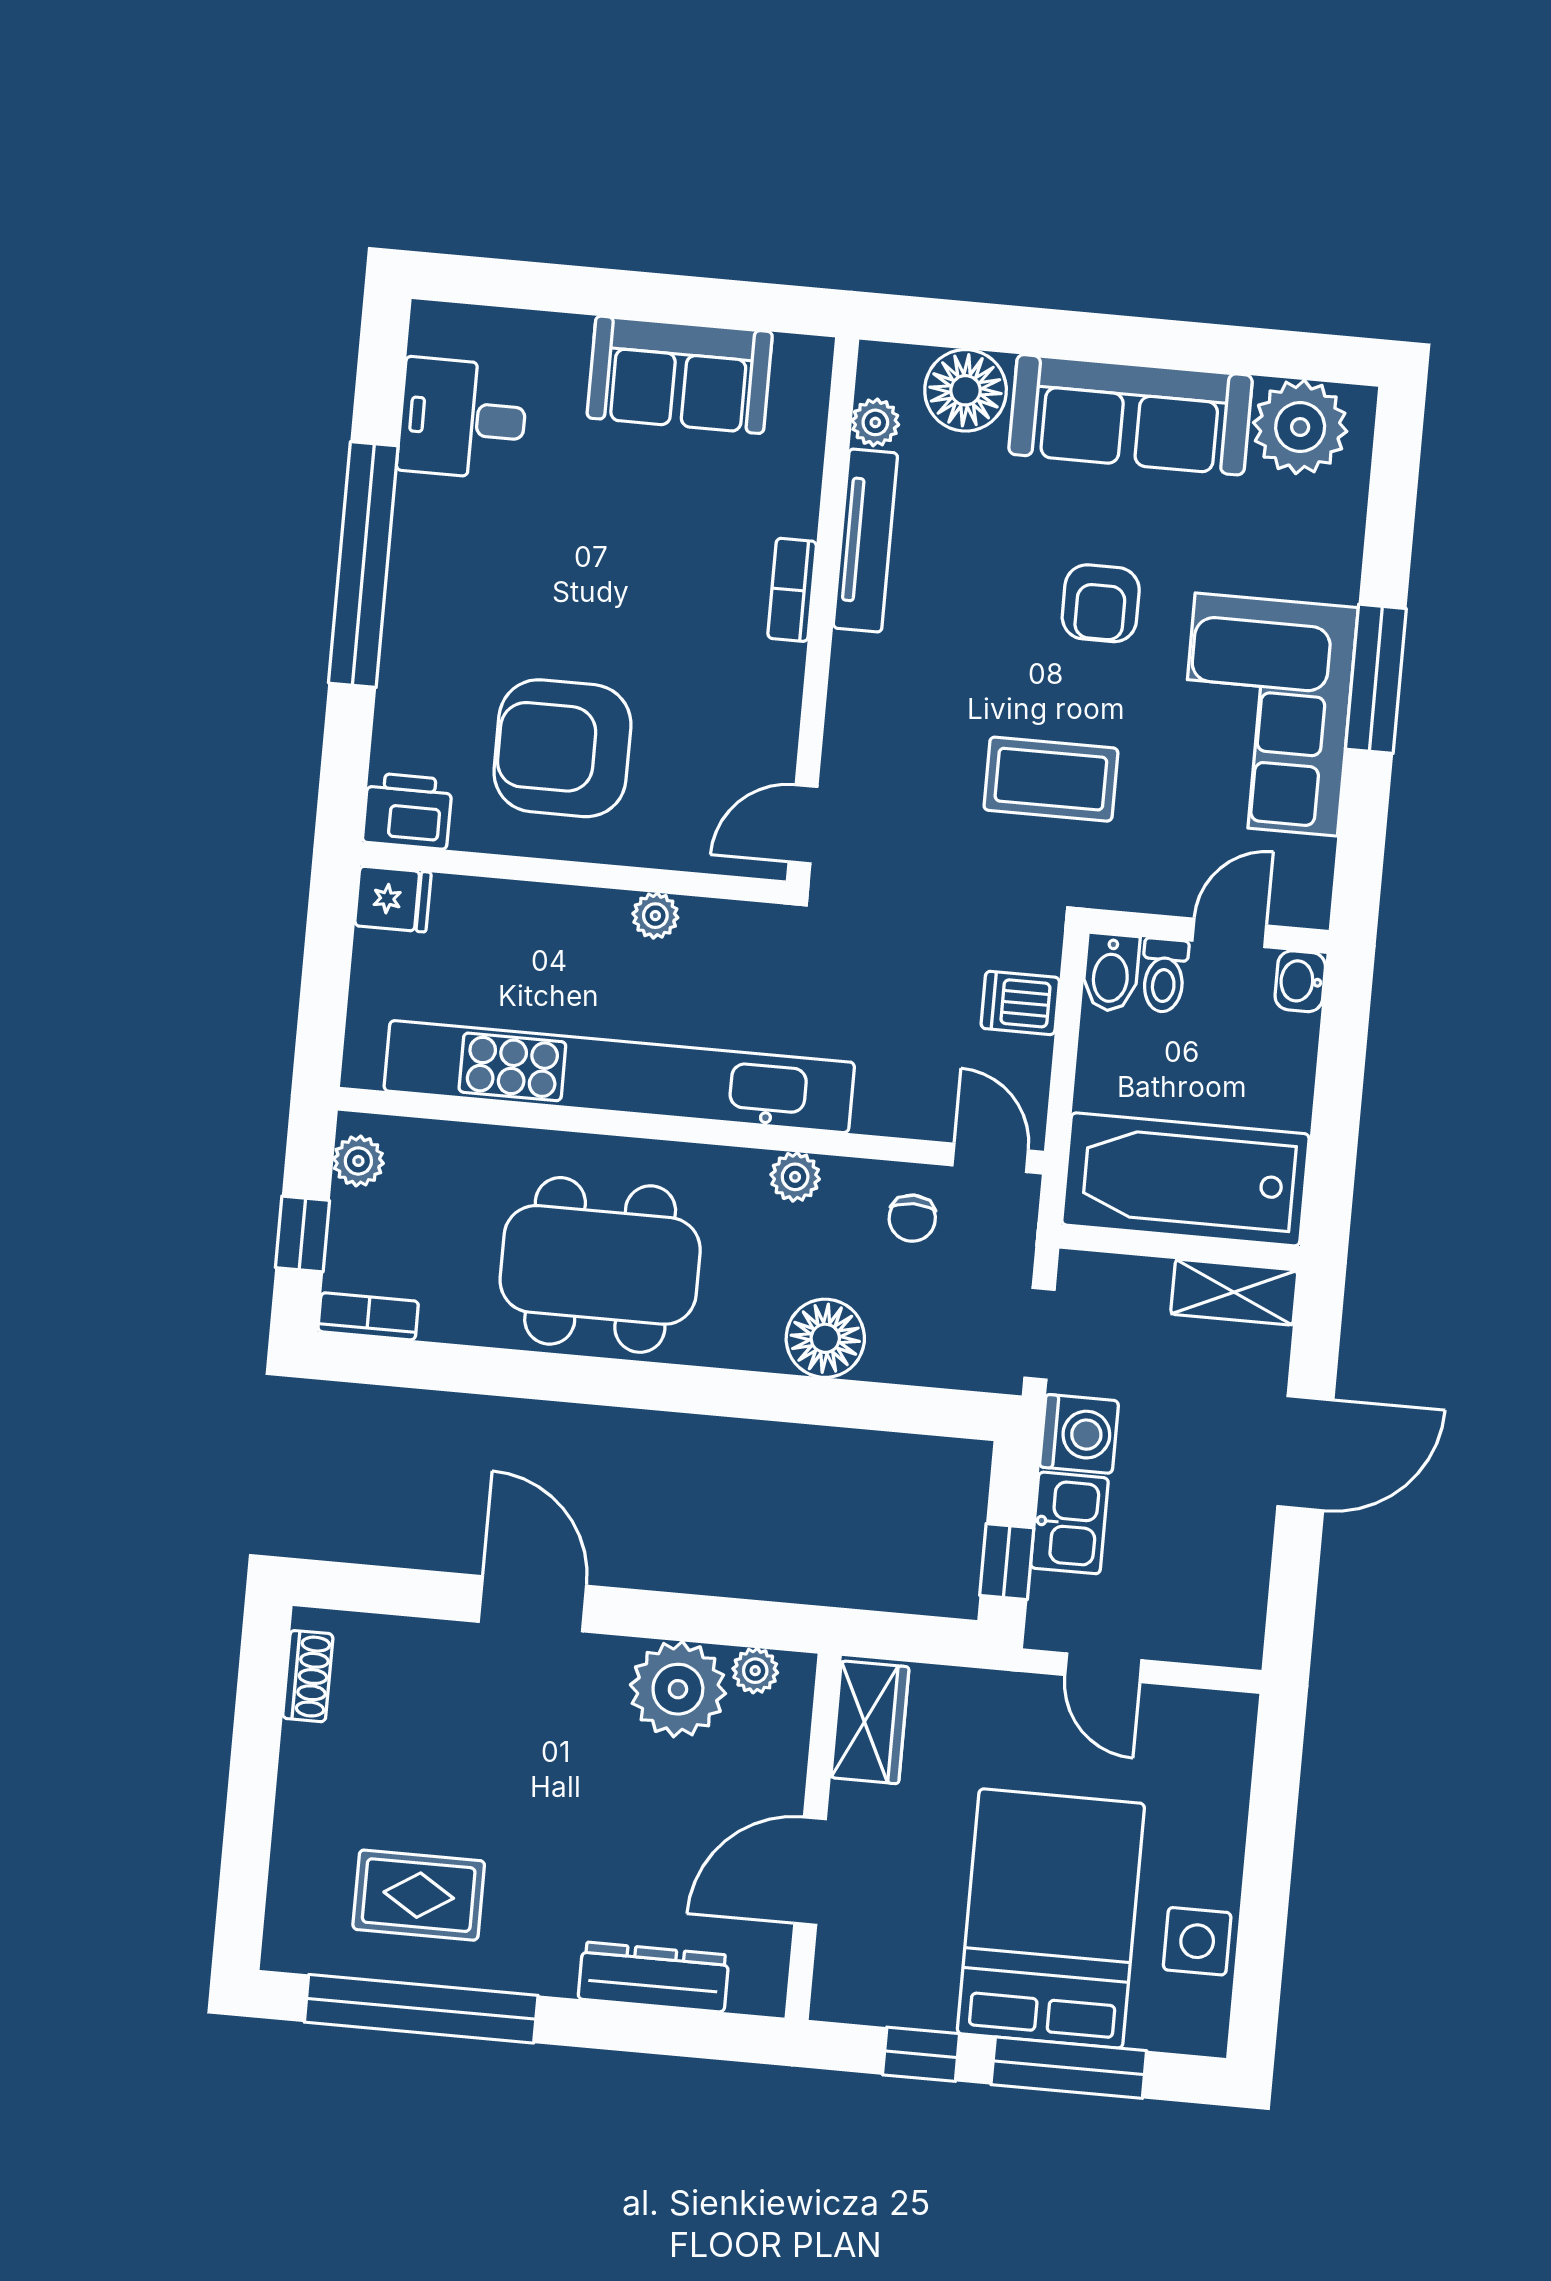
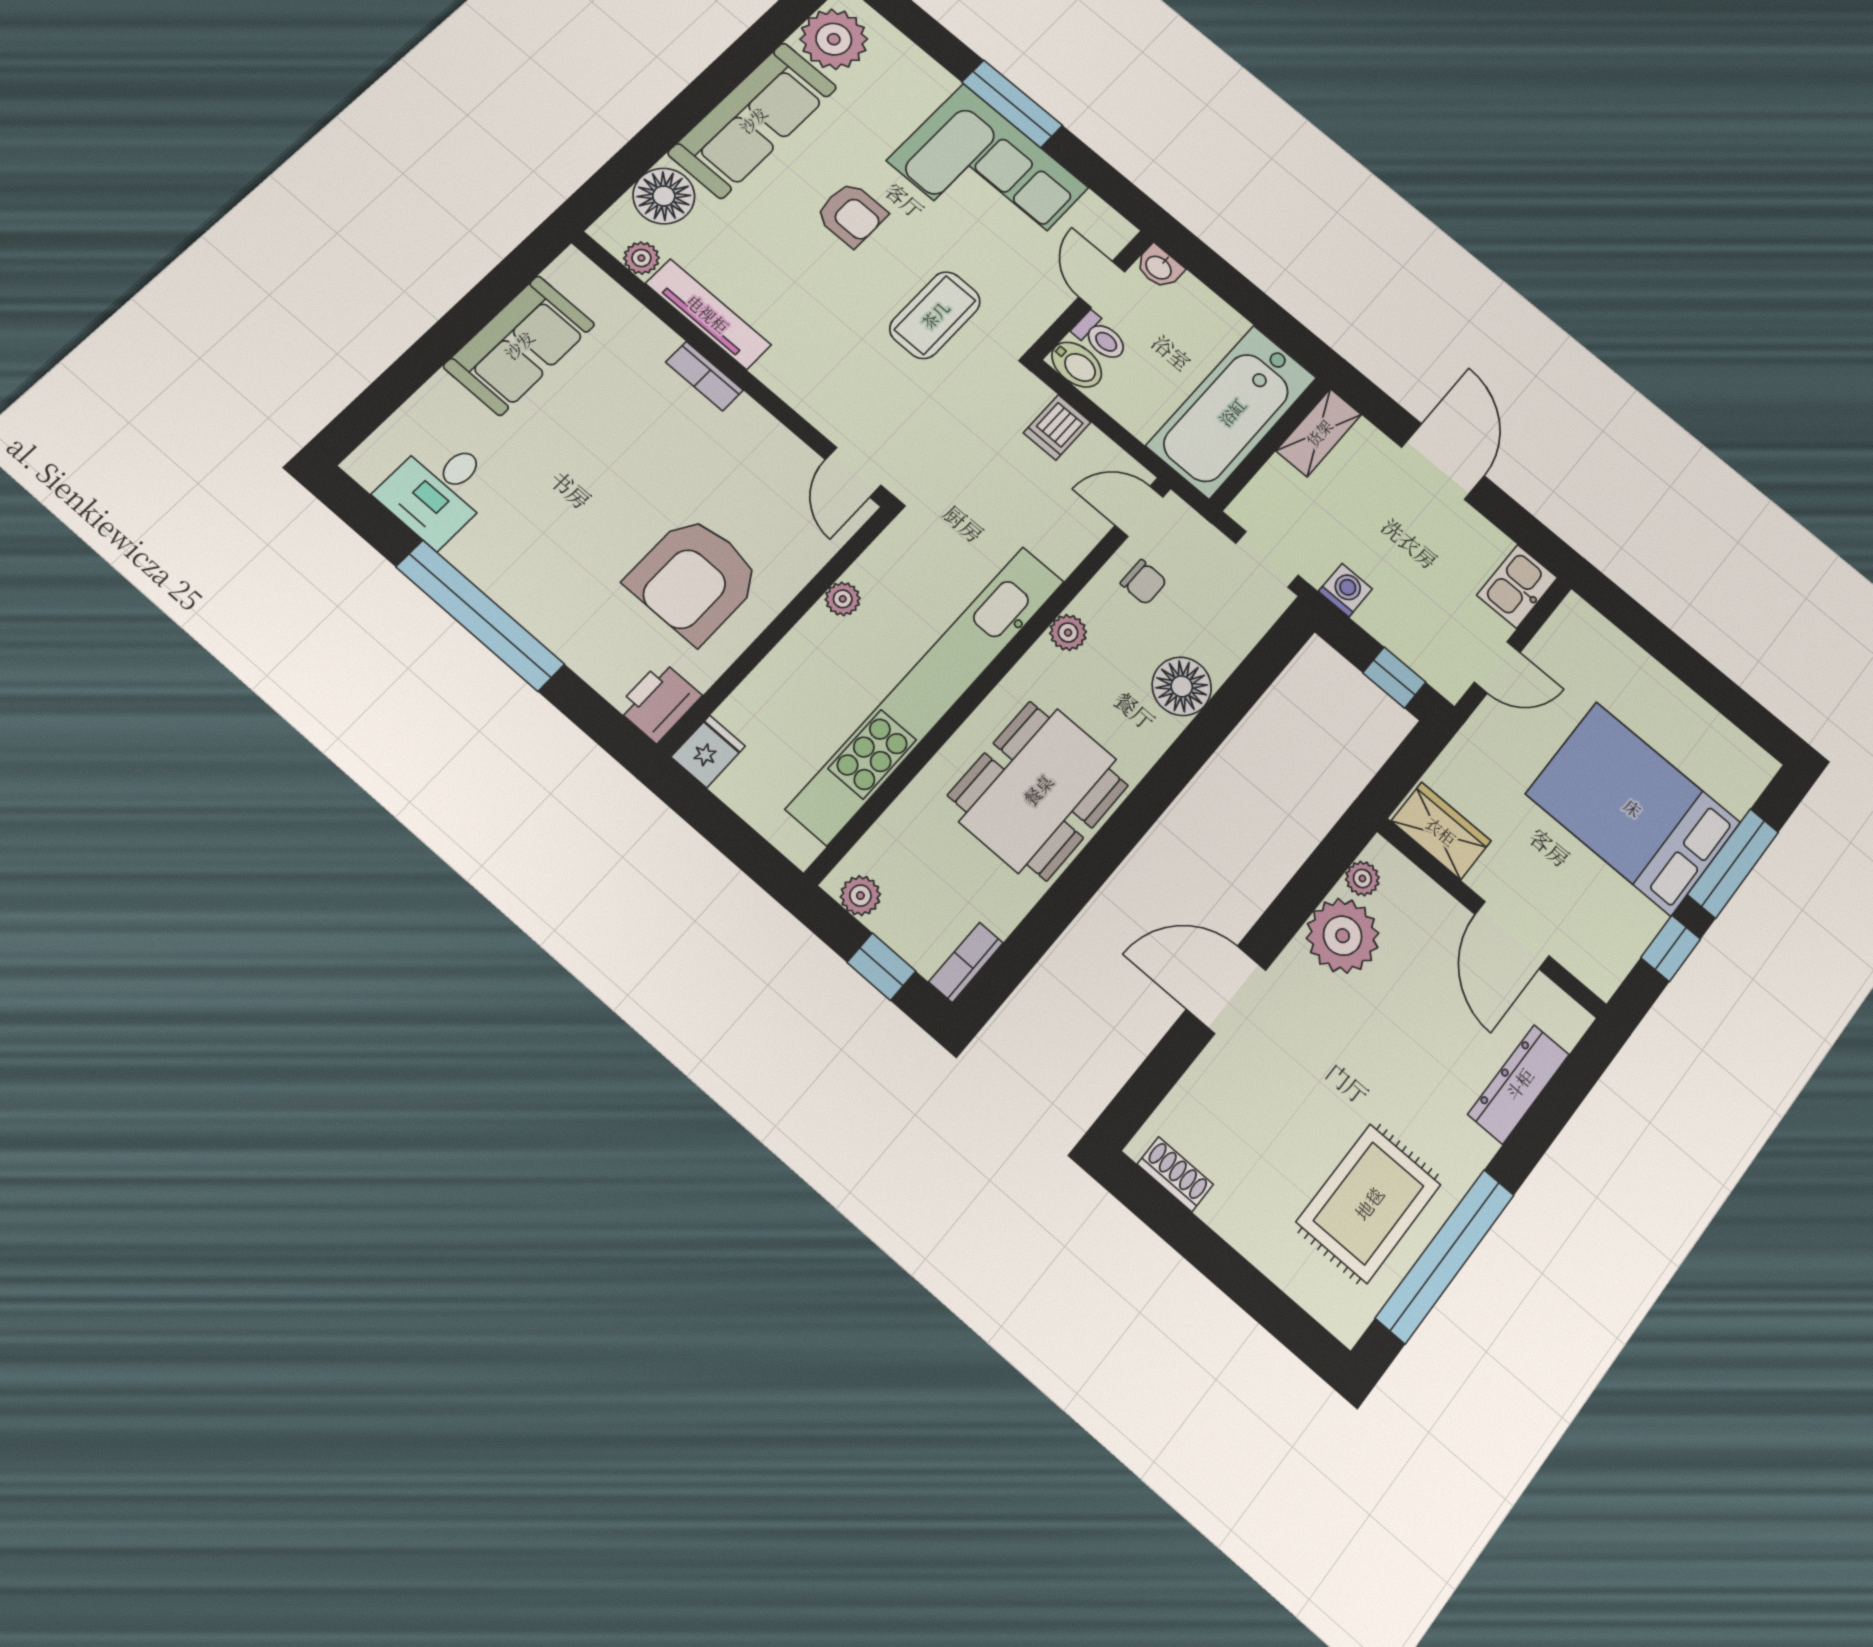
washing machine: (1079, 1434) -> (1345, 590), width x0.73, depth x0.73
kitchen sink: (1069, 1523) -> (1517, 586), moved, turned -90
rug: (419, 1895) -> (1369, 1203), width x1.36, depth x1.43
side table: (1197, 1941) -> (1700, 731), removed

